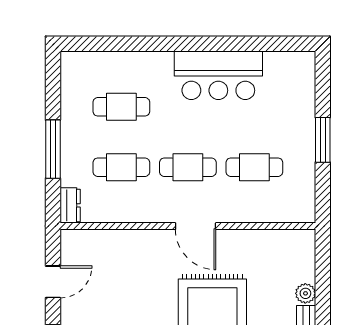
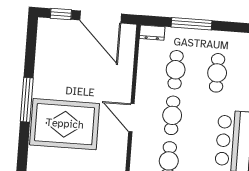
door: (196, 226) -> (131, 118), hinge flipped
door: (53, 282) -> (101, 17), width x1.87

